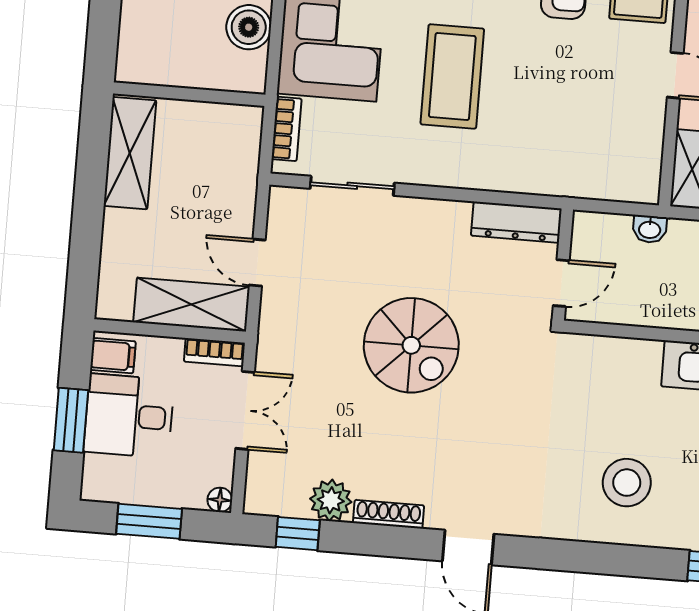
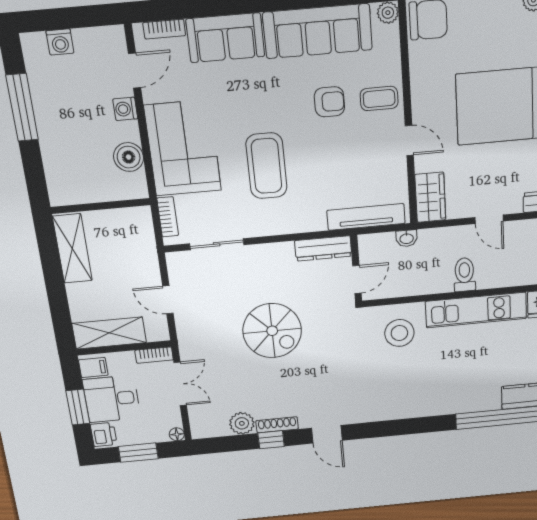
tv unit: (591, 183) -> (366, 217), added
shelving: (191, 305) -> (109, 333), moved
printer: (100, 477) -> (104, 435), added
stool: (627, 483) -> (399, 333), moved
window: (298, 534) -> (271, 440), moved

